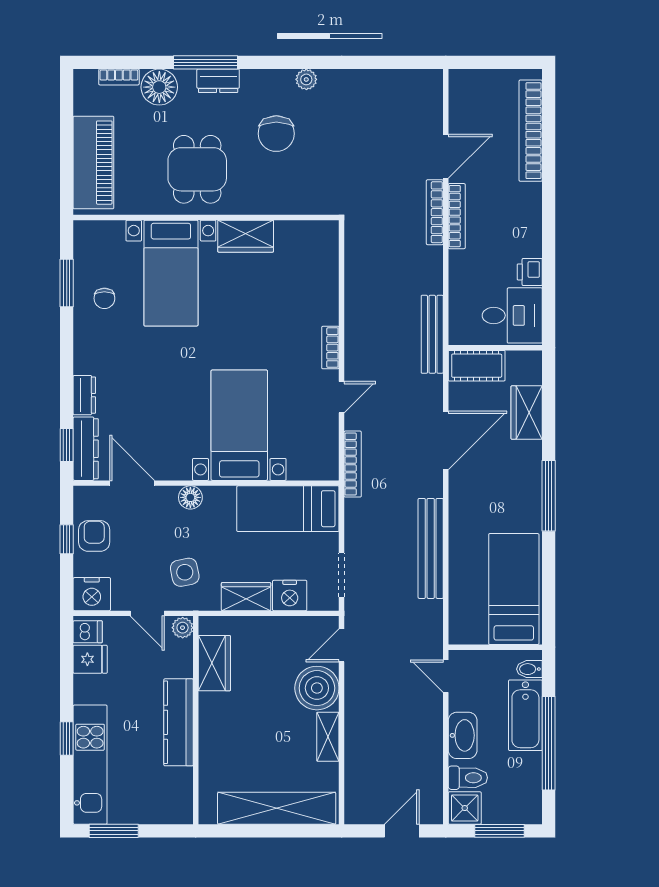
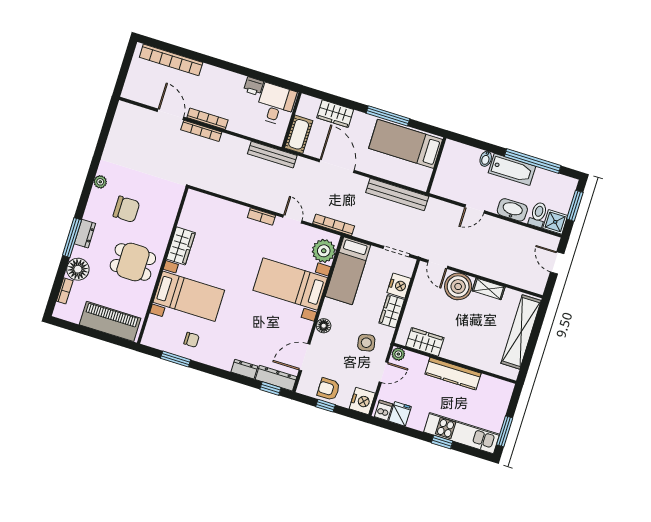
plant: (307, 461) -> (324, 251), added
bed: (514, 589) -> (406, 144), moved
wall: (495, 647) -> (436, 165), moved

